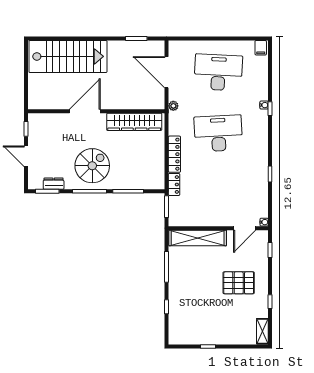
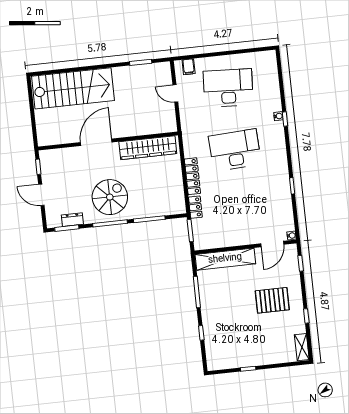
filing cabinet: (261, 48) -> (189, 67), moved
door: (167, 72) -> (175, 93), width x0.53
plant: (173, 106) -> (186, 127), removed

